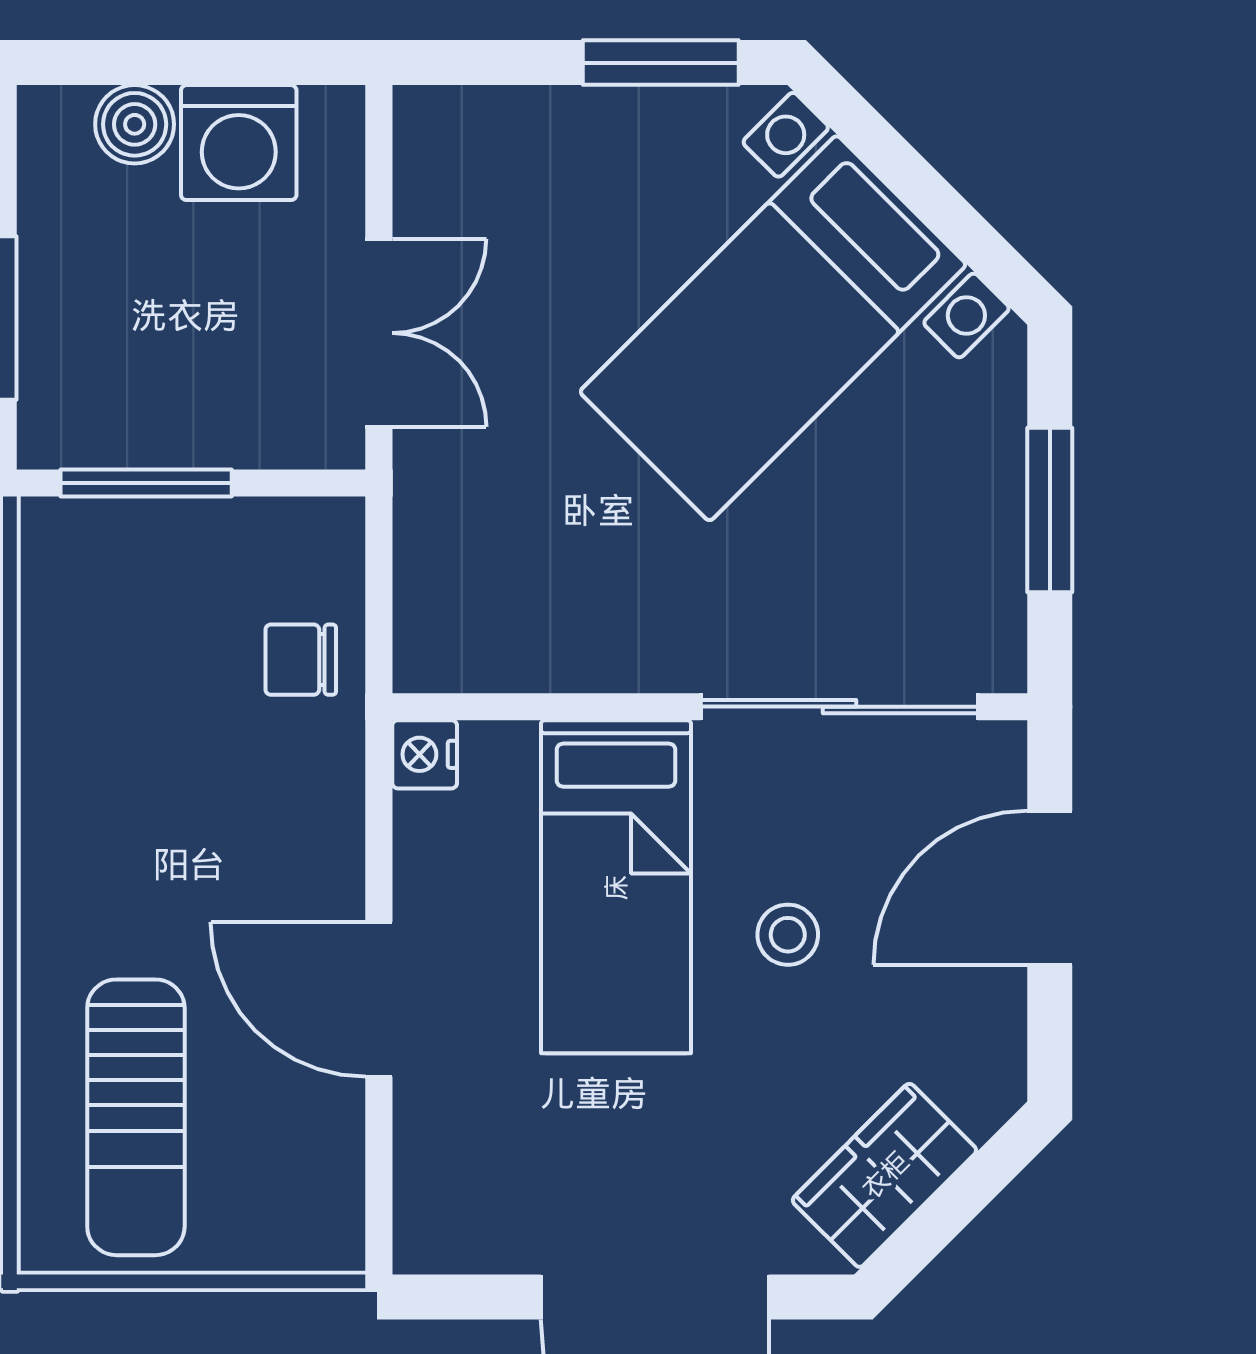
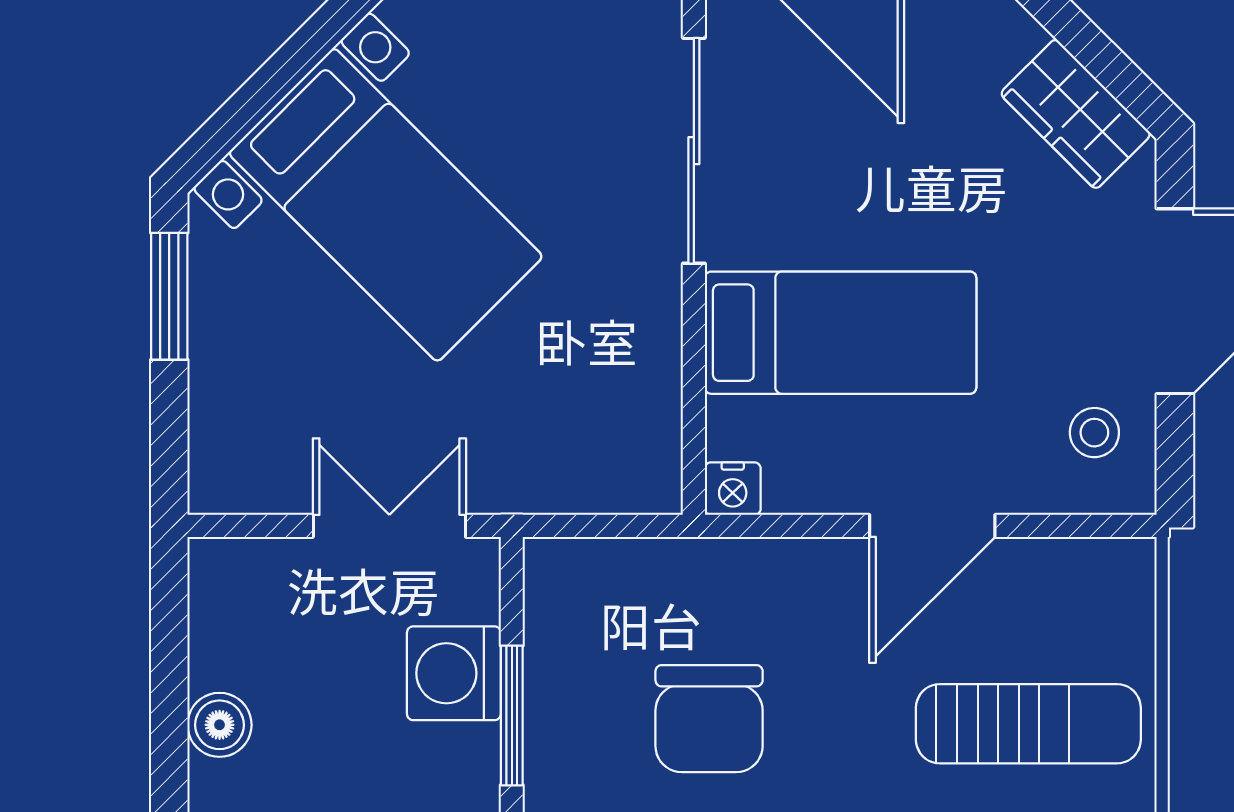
washing machine: (239, 143) -> (454, 673), moved, turned 180
chair: (301, 660) -> (709, 719), moved, width x1.87, depth x1.87
stool: (788, 935) -> (1094, 433), moved

